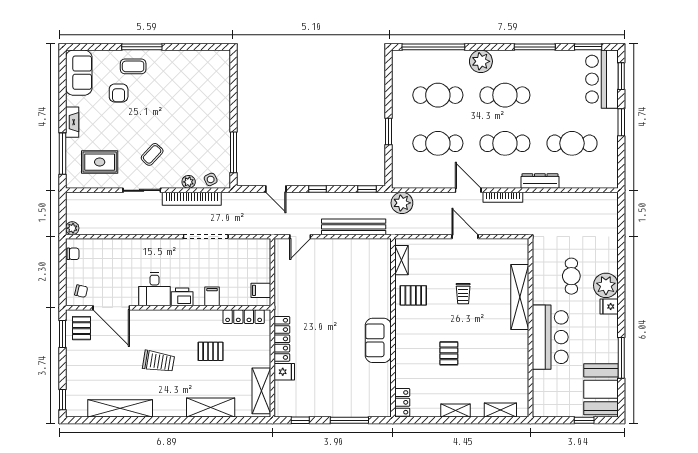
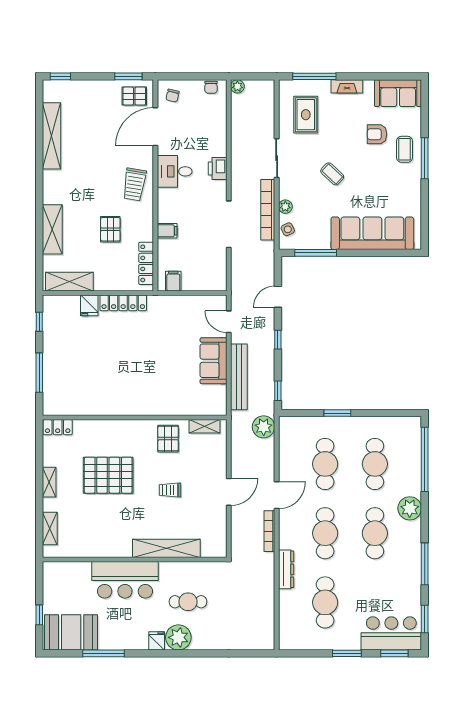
sofa: (214, 98) -> (372, 233), added
coffee table: (152, 154) -> (332, 174), moved
printer: (182, 297) -> (218, 168), moved, turned 180
sofa: (378, 340) -> (214, 361), moved, turned -90
pallet: (449, 353) -> (108, 475), width x2.05, depth x2.00
trolley: (158, 361) -> (134, 184), moved

